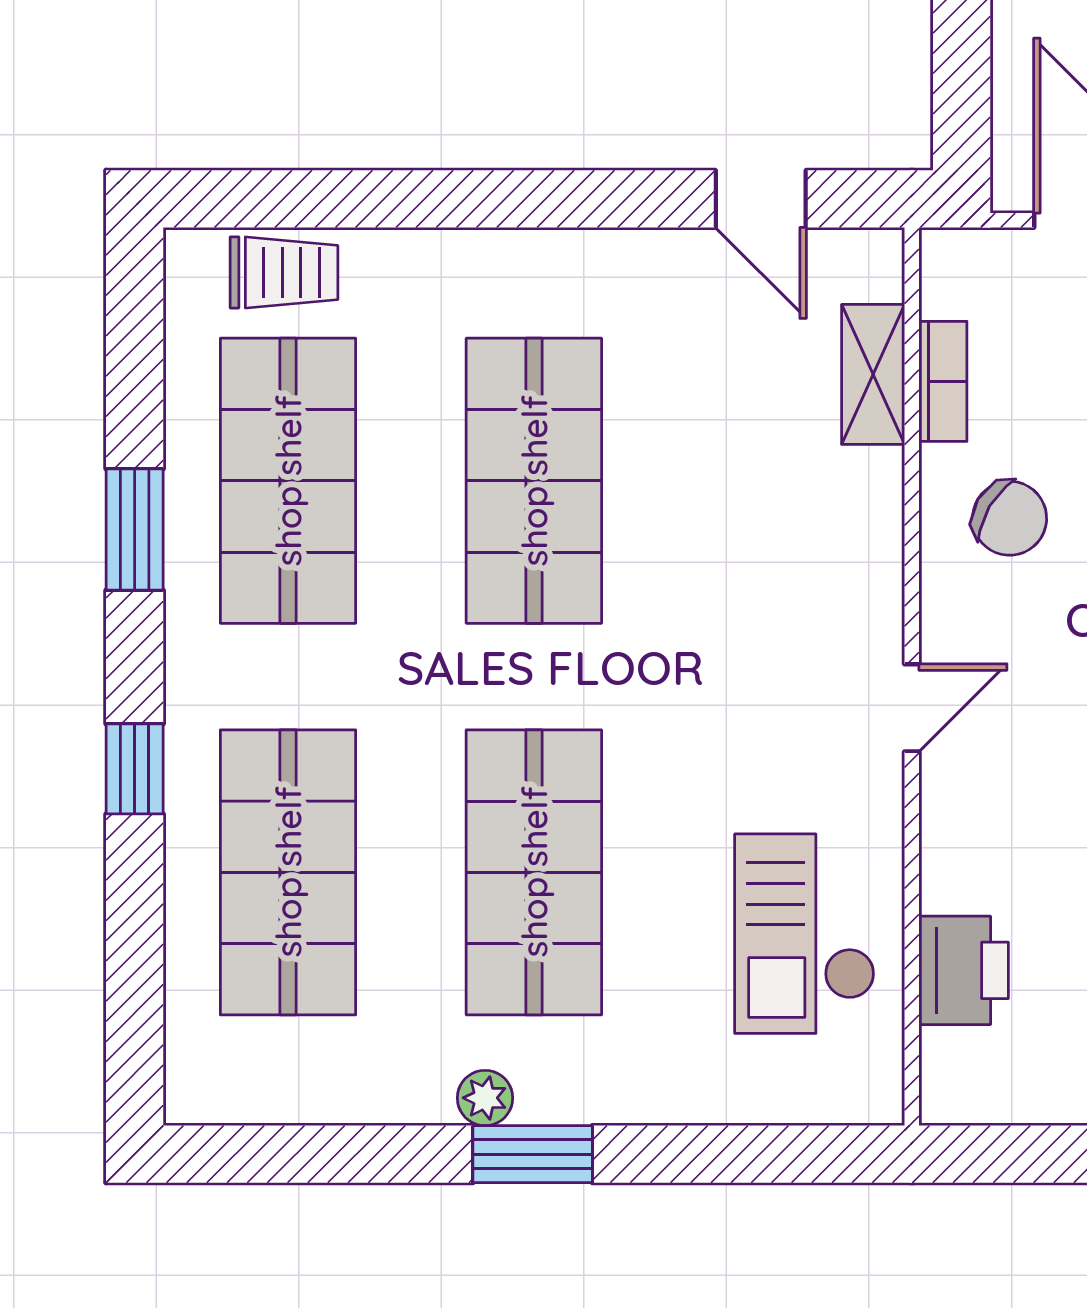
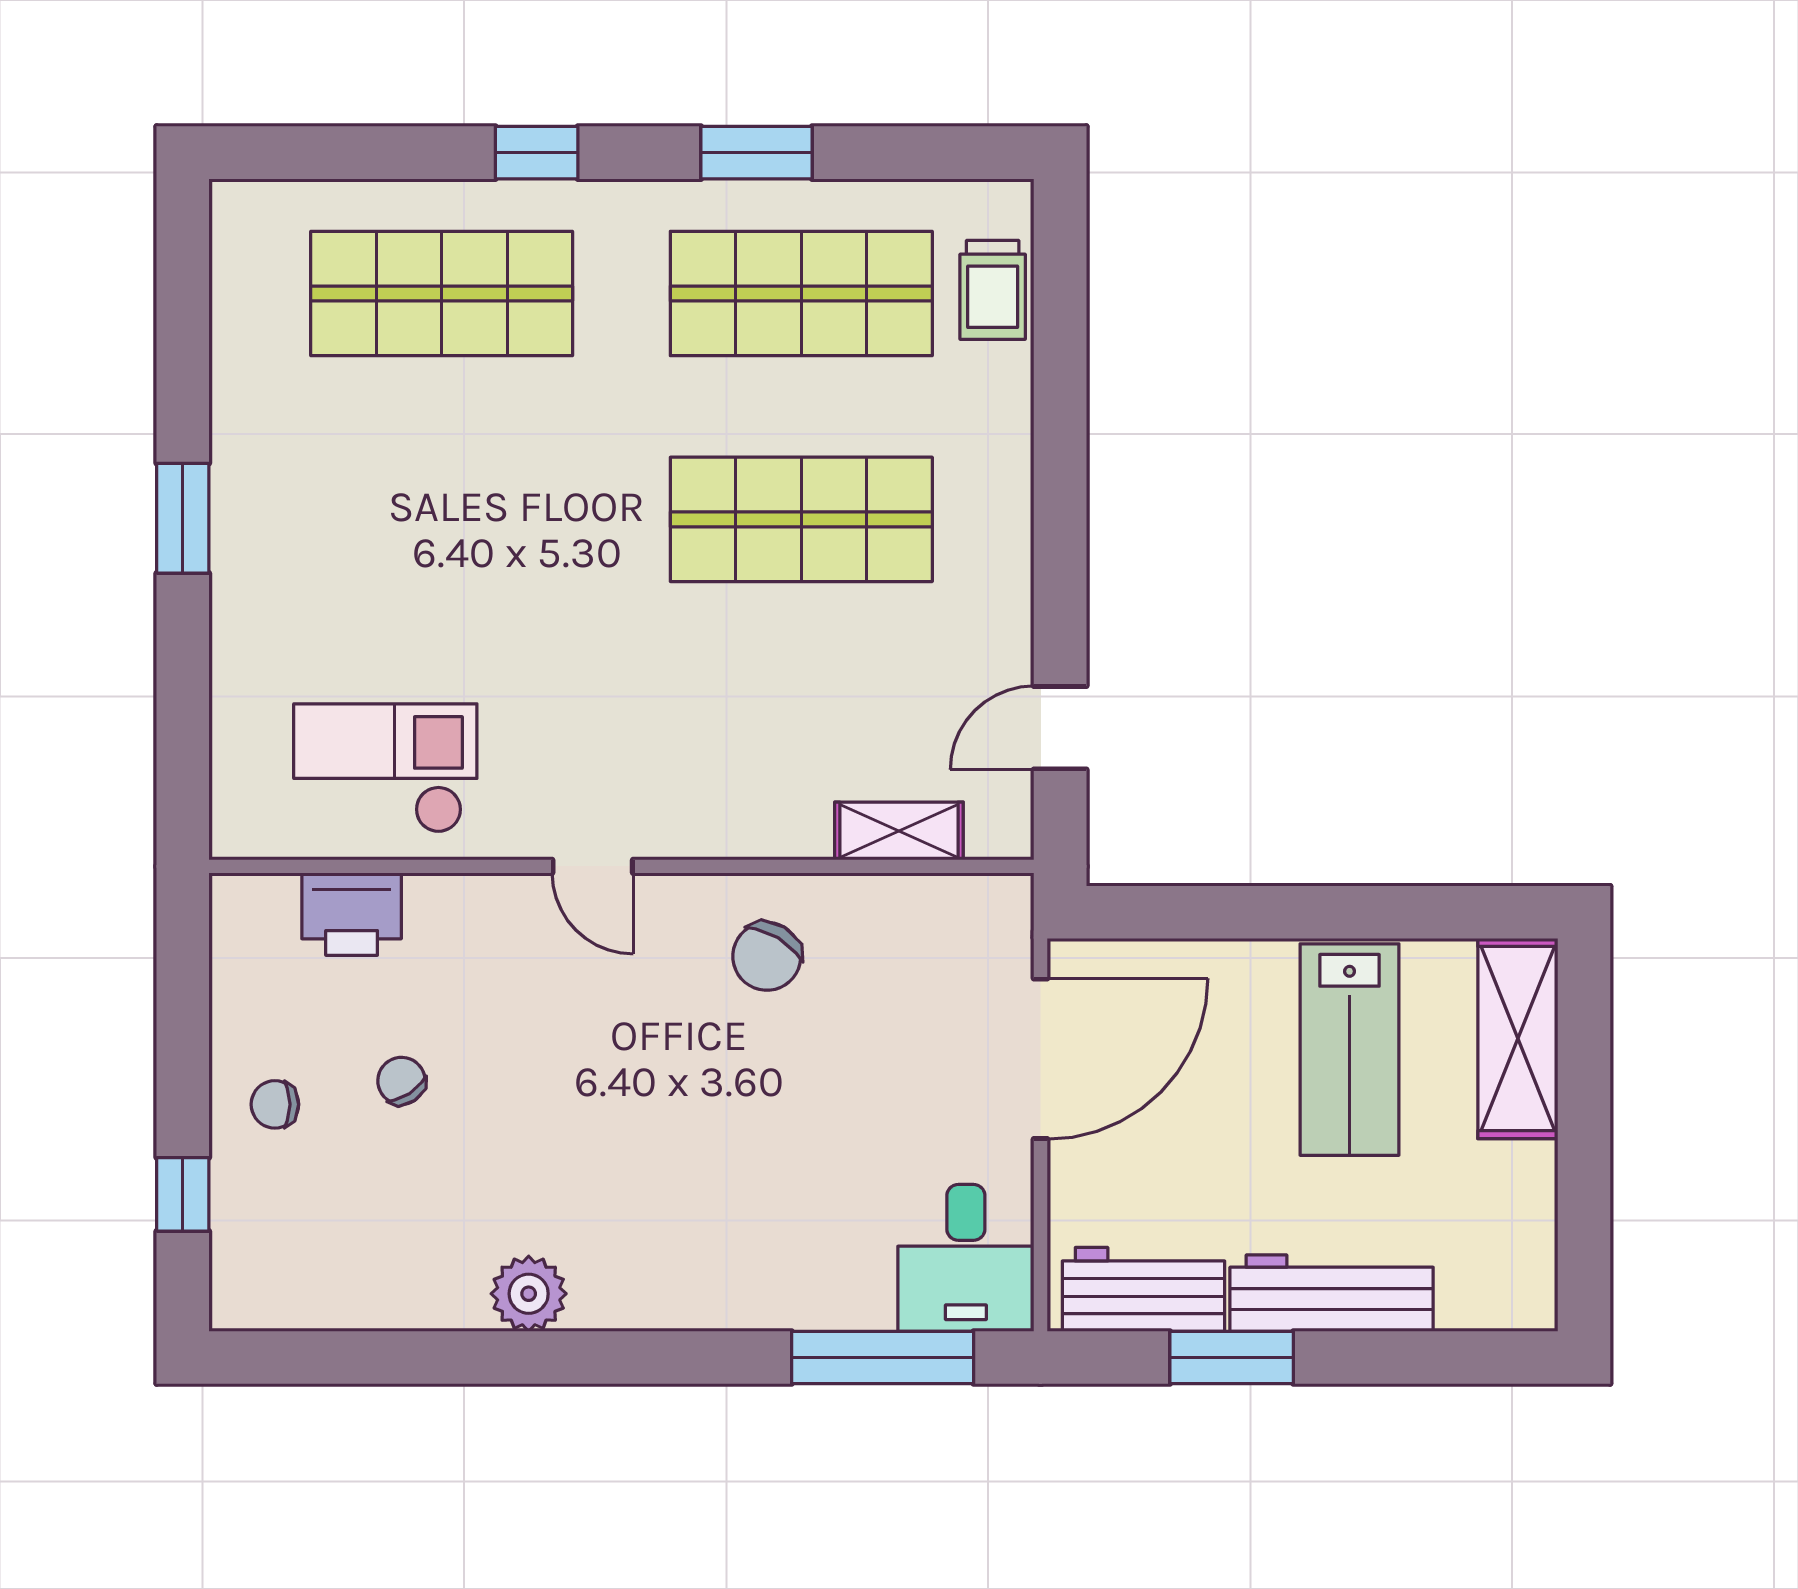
bookcase: (943, 381) -> (893, 895), removed
shop shelf: (534, 872) -> (442, 519), removed
plant: (485, 1098) -> (234, 474), removed

